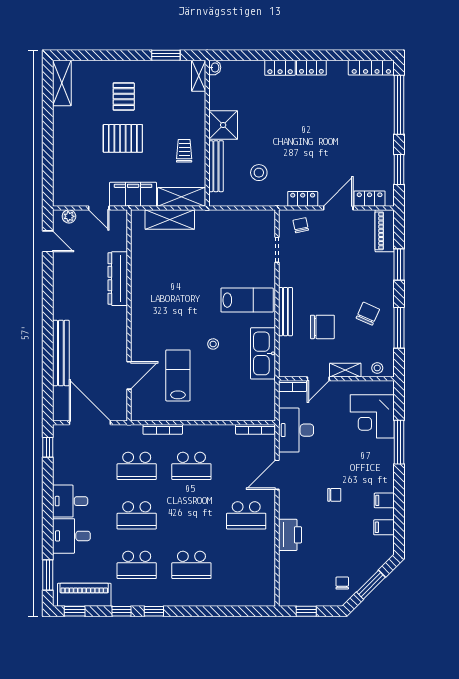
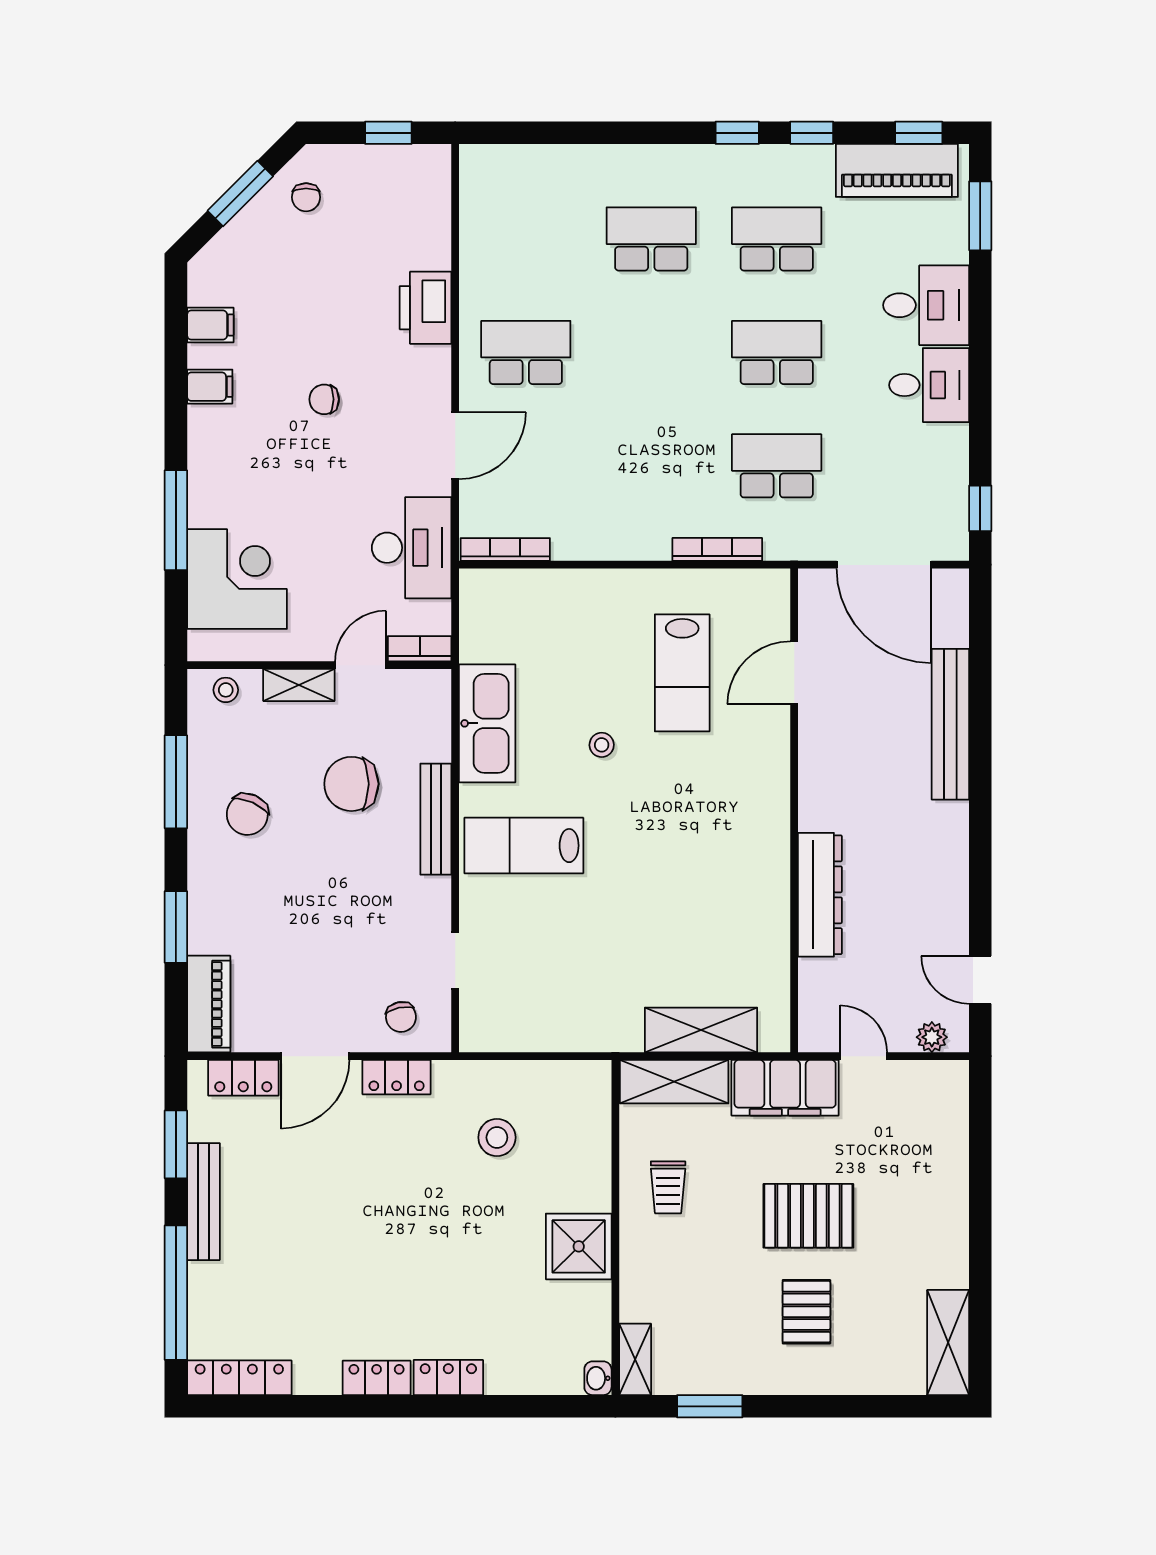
bench: (216, 166) -> (203, 1202), moved
school desk: (191, 466) -> (651, 466), removed

